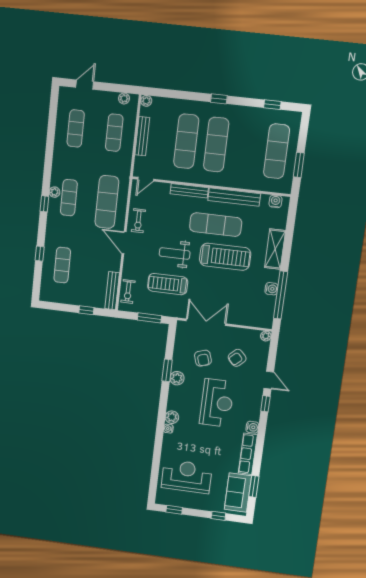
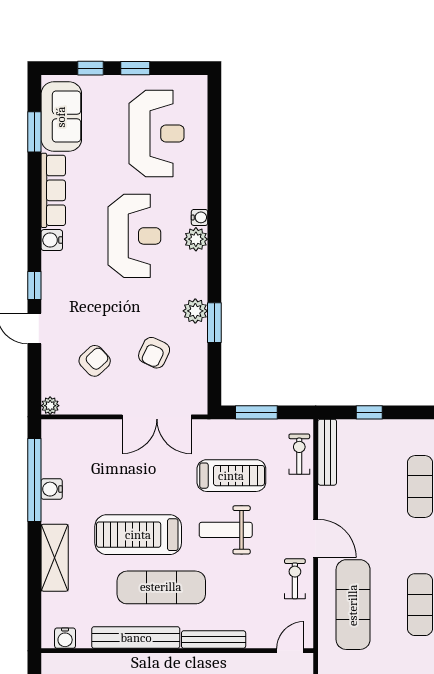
weight bench: (175, 254) -> (226, 530), turned 180
armchair: (203, 358) -> (154, 353), turned -137
reception desk: (217, 403) -> (134, 236), moved, turned 180
reception desk: (187, 477) -> (157, 134), turned -90
window: (174, 510) -> (135, 68), moved

